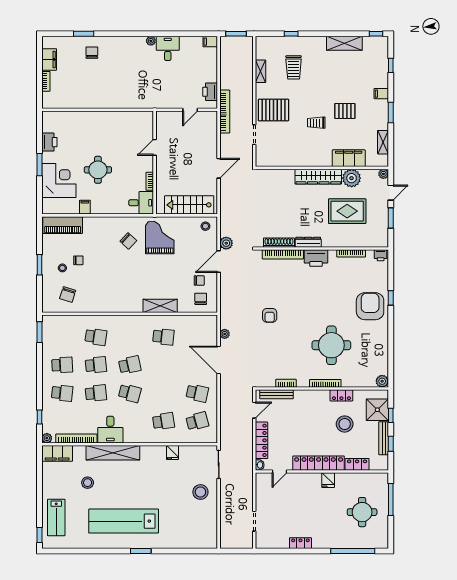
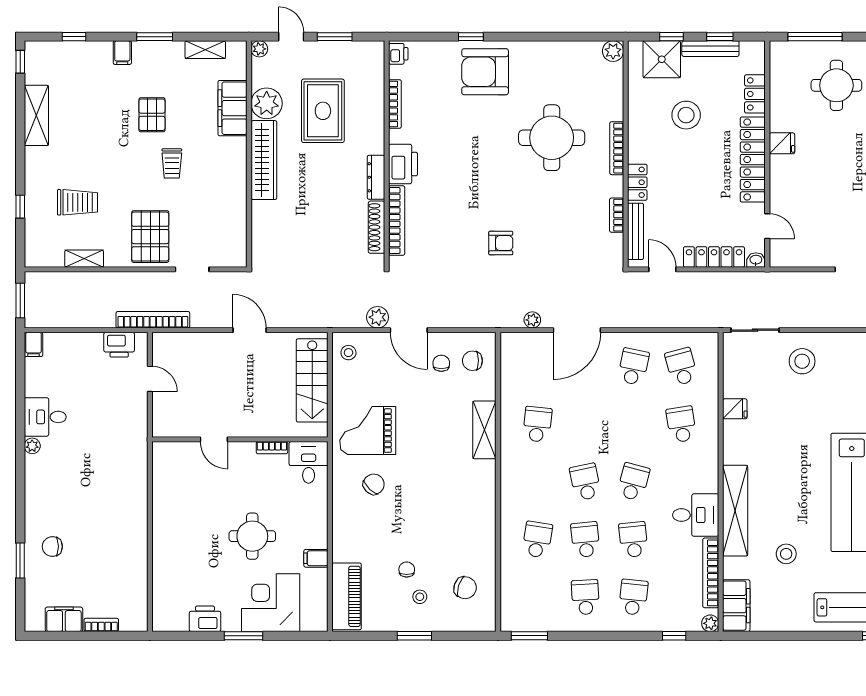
locker: (341, 395) -> (637, 182), moved

